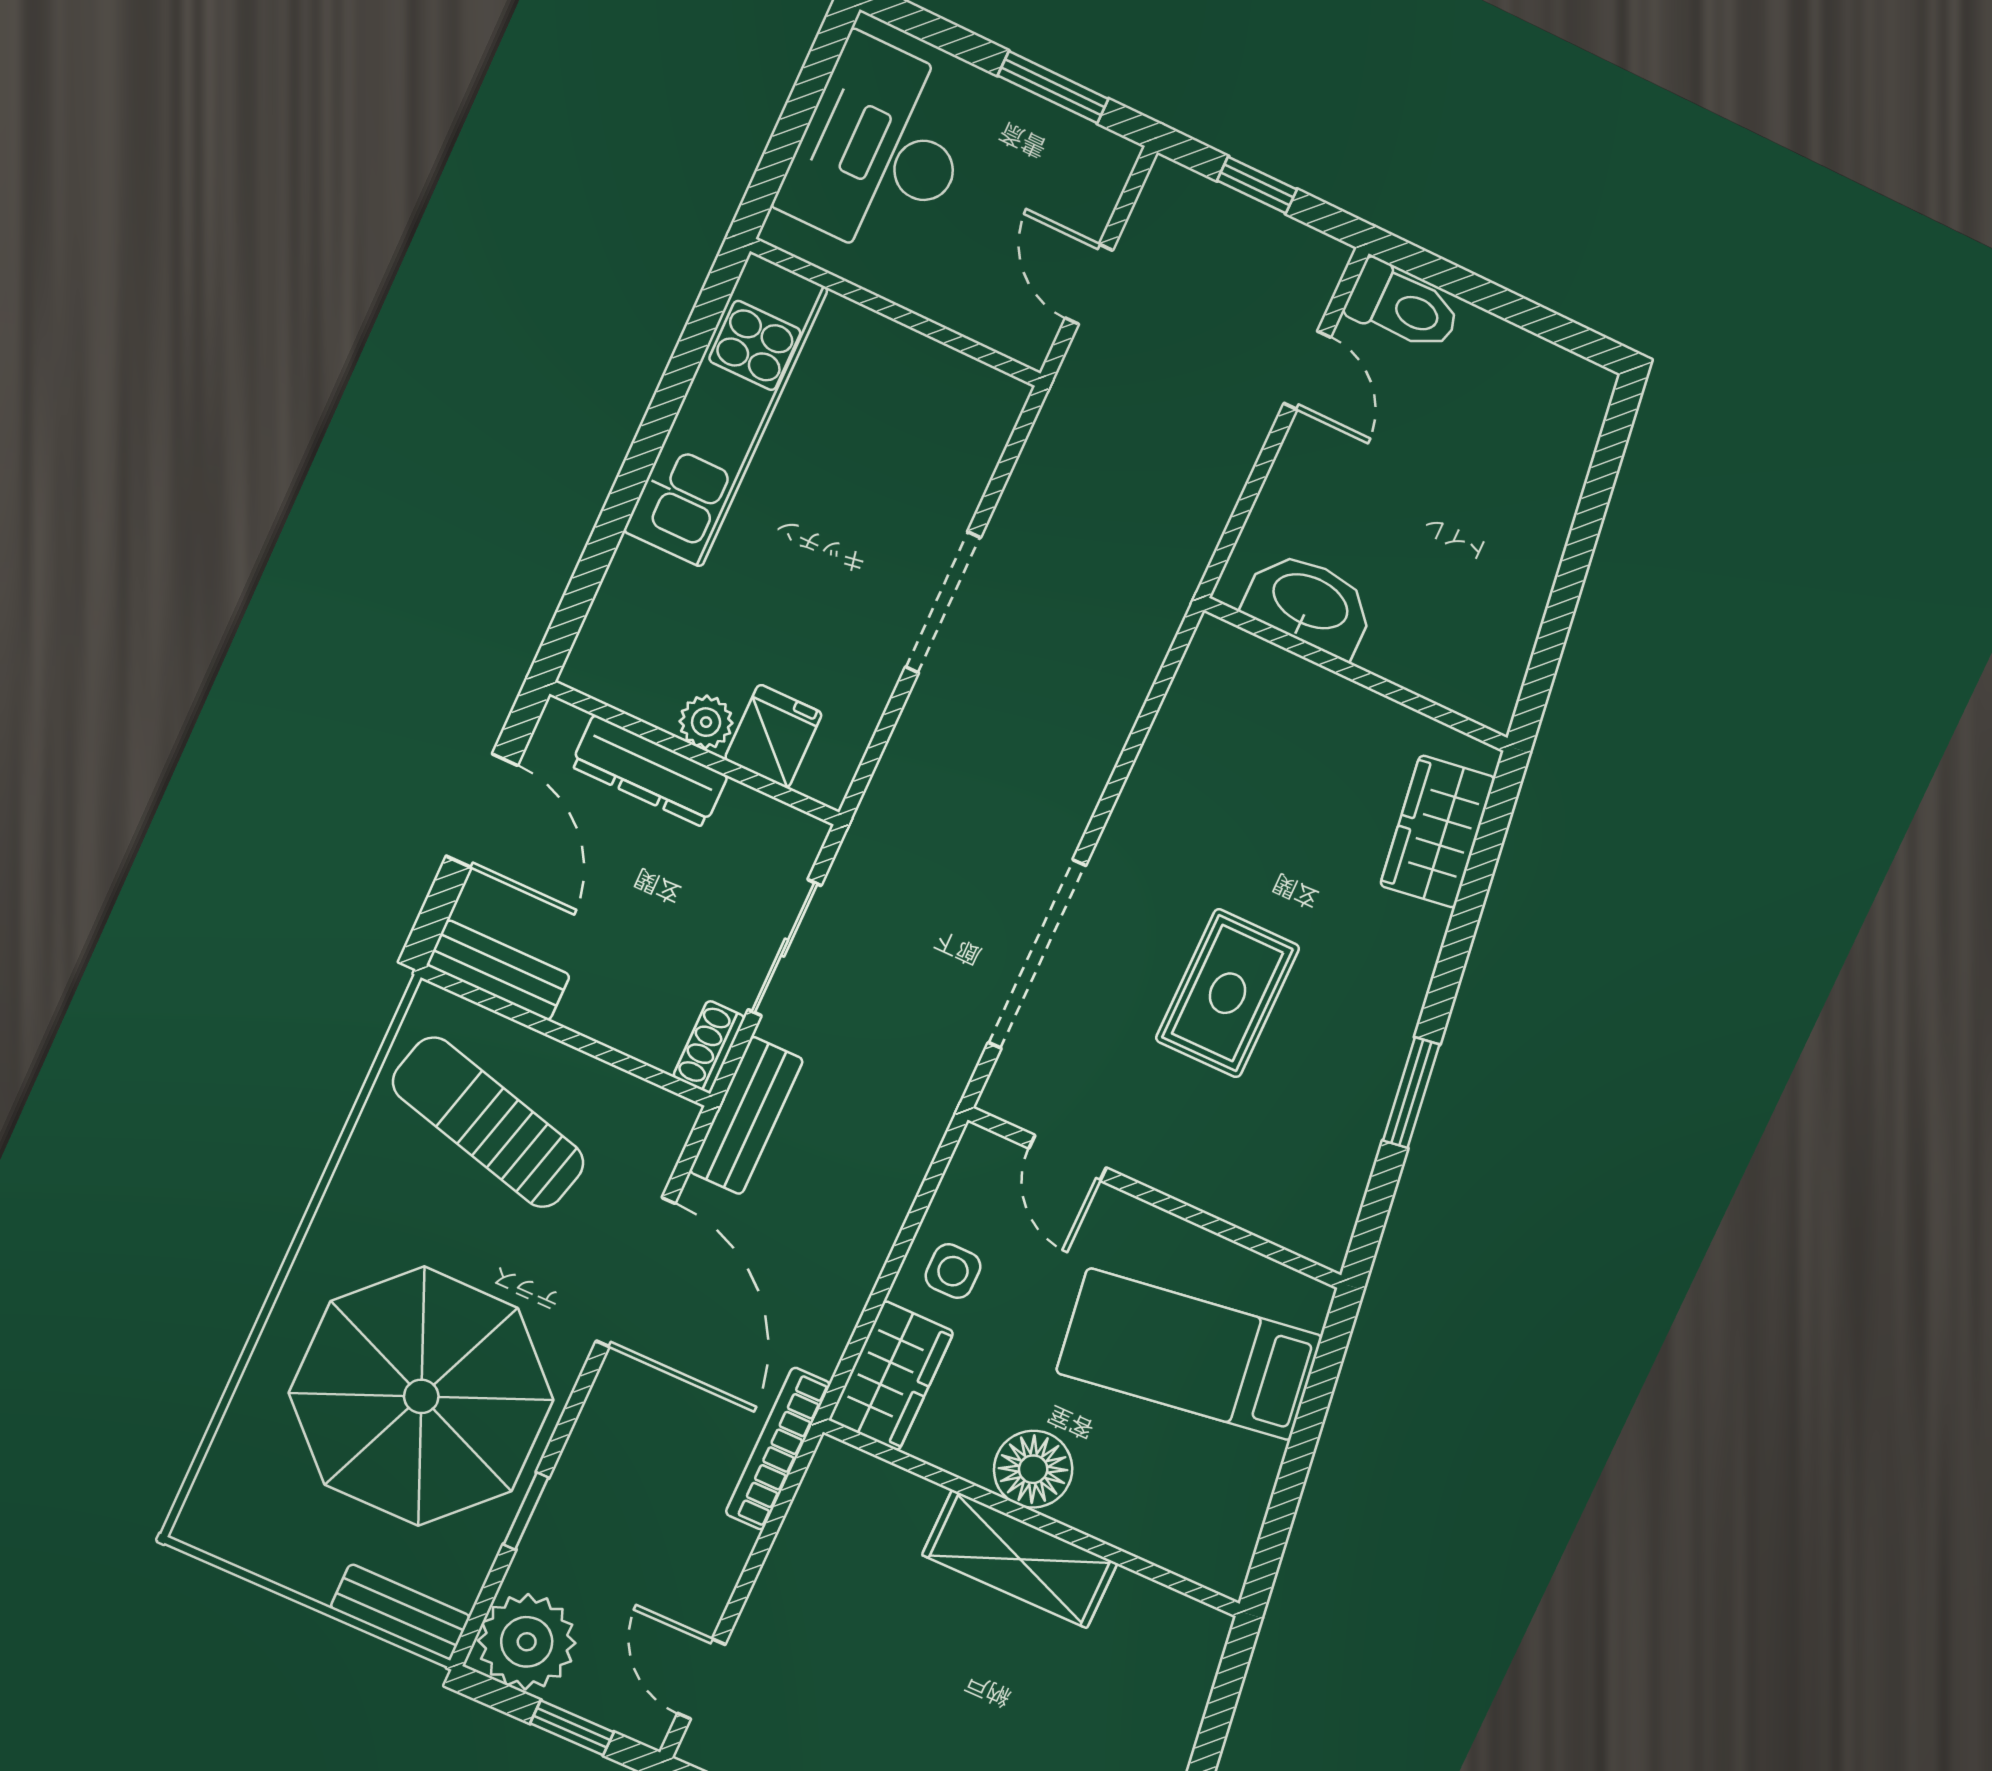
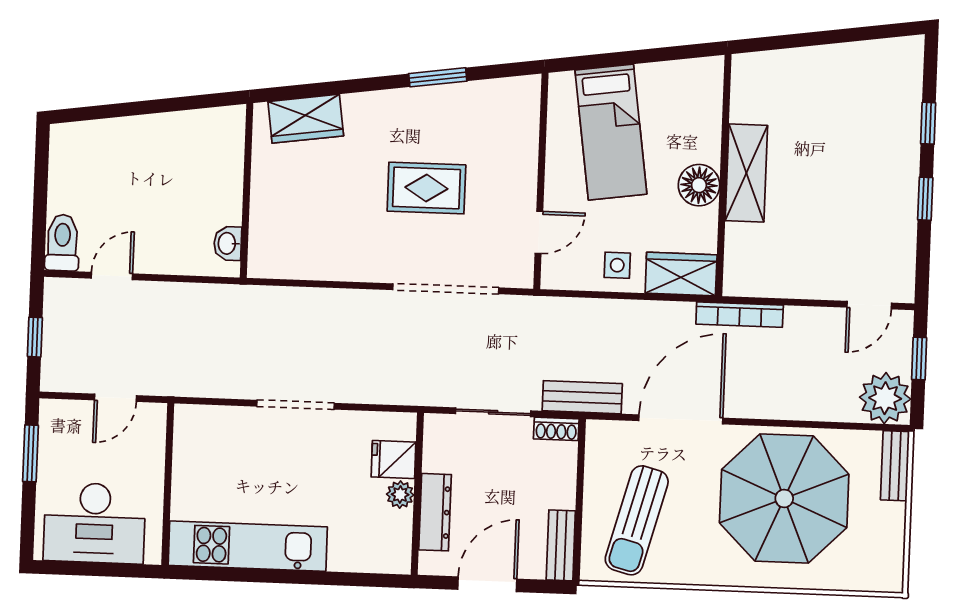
washbasin: (1309, 603) -> (228, 243), width x0.52, depth x0.69
window: (526, 1511) -> (820, 425), removed

